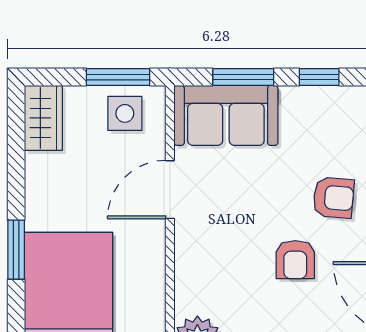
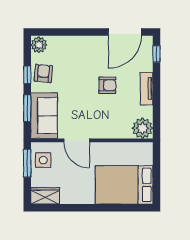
armchair: (333, 198) -> (43, 73), moved
window: (16, 250) -> (103, 208), removed

